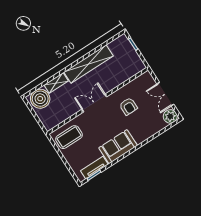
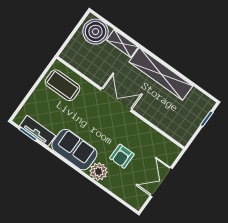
armchair: (128, 106) -> (122, 156), moved
plant: (170, 116) -> (98, 172), moved

